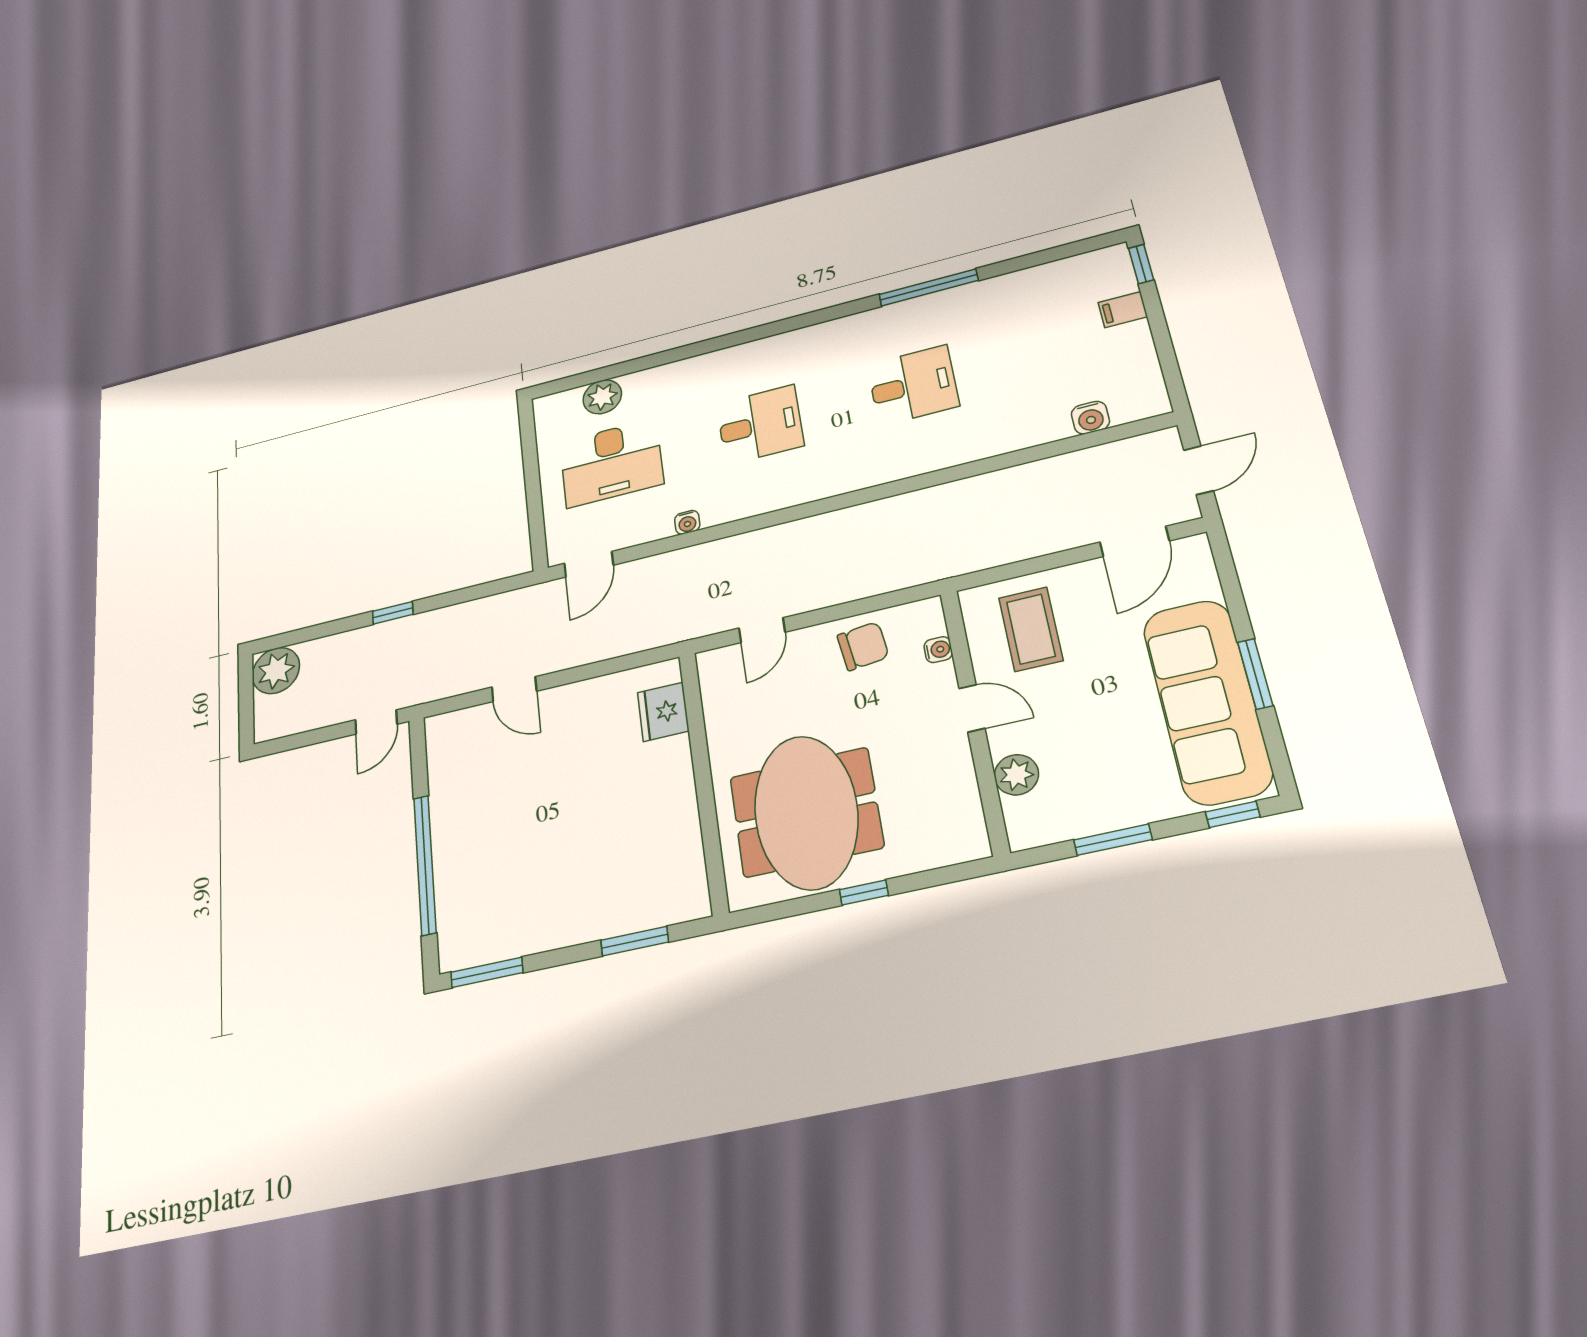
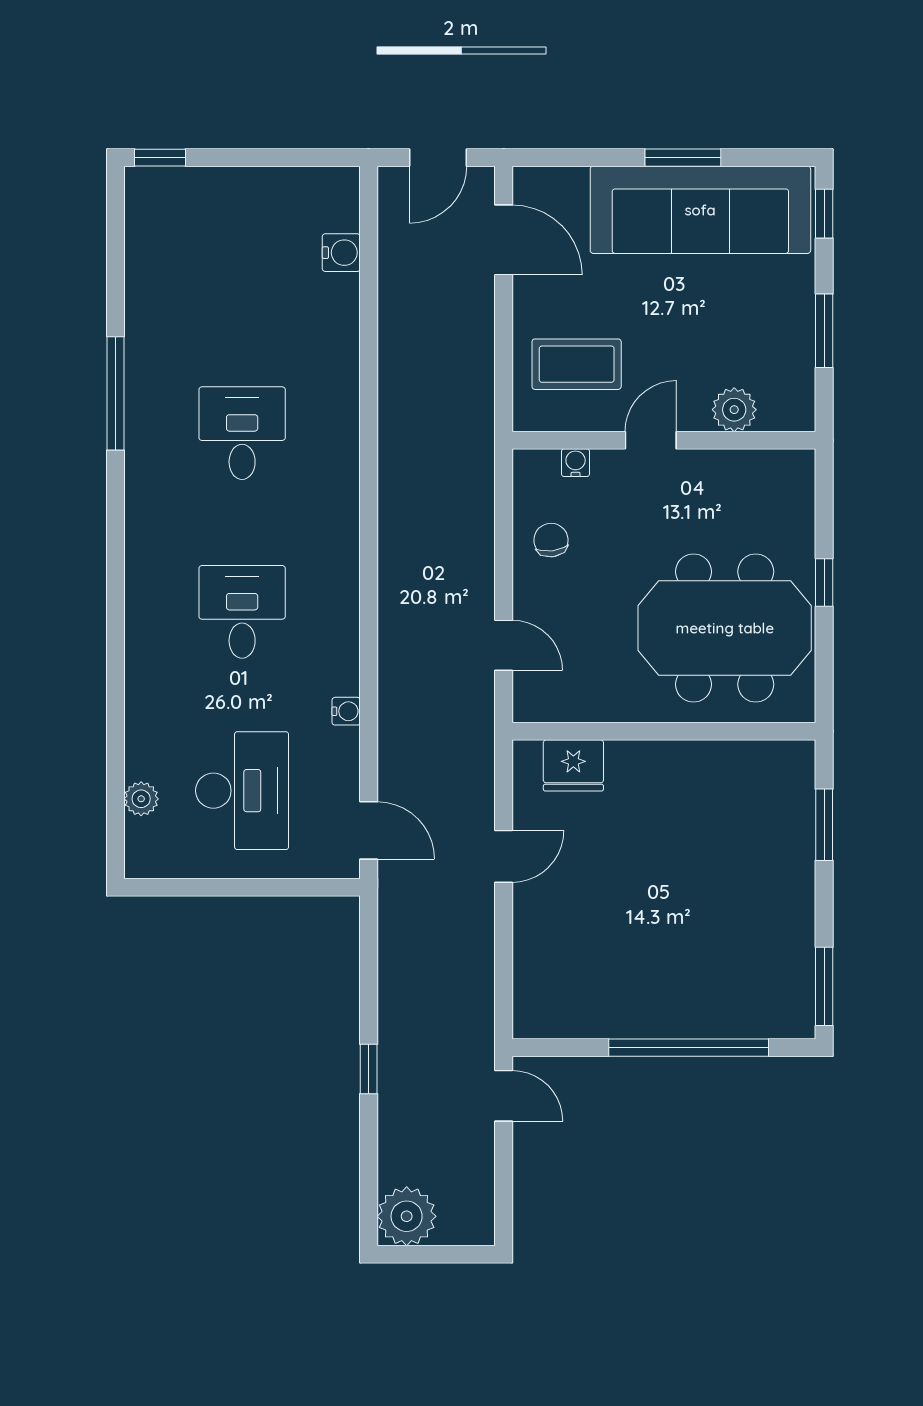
filing cabinet: (1123, 310) -> (214, 190), removed
plant: (602, 397) -> (141, 799), width x0.73, depth x0.73
door: (1199, 470) -> (438, 158), swing flipped
chair: (863, 646) -> (551, 540), width x0.73, depth x0.73
door: (514, 689) -> (504, 856), moved

